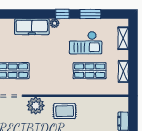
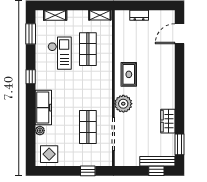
window: (90, 14) -> (31, 34), moved
plant: (55, 23) -> (40, 131), moved
shelving: (123, 72) -> (100, 15), moved

